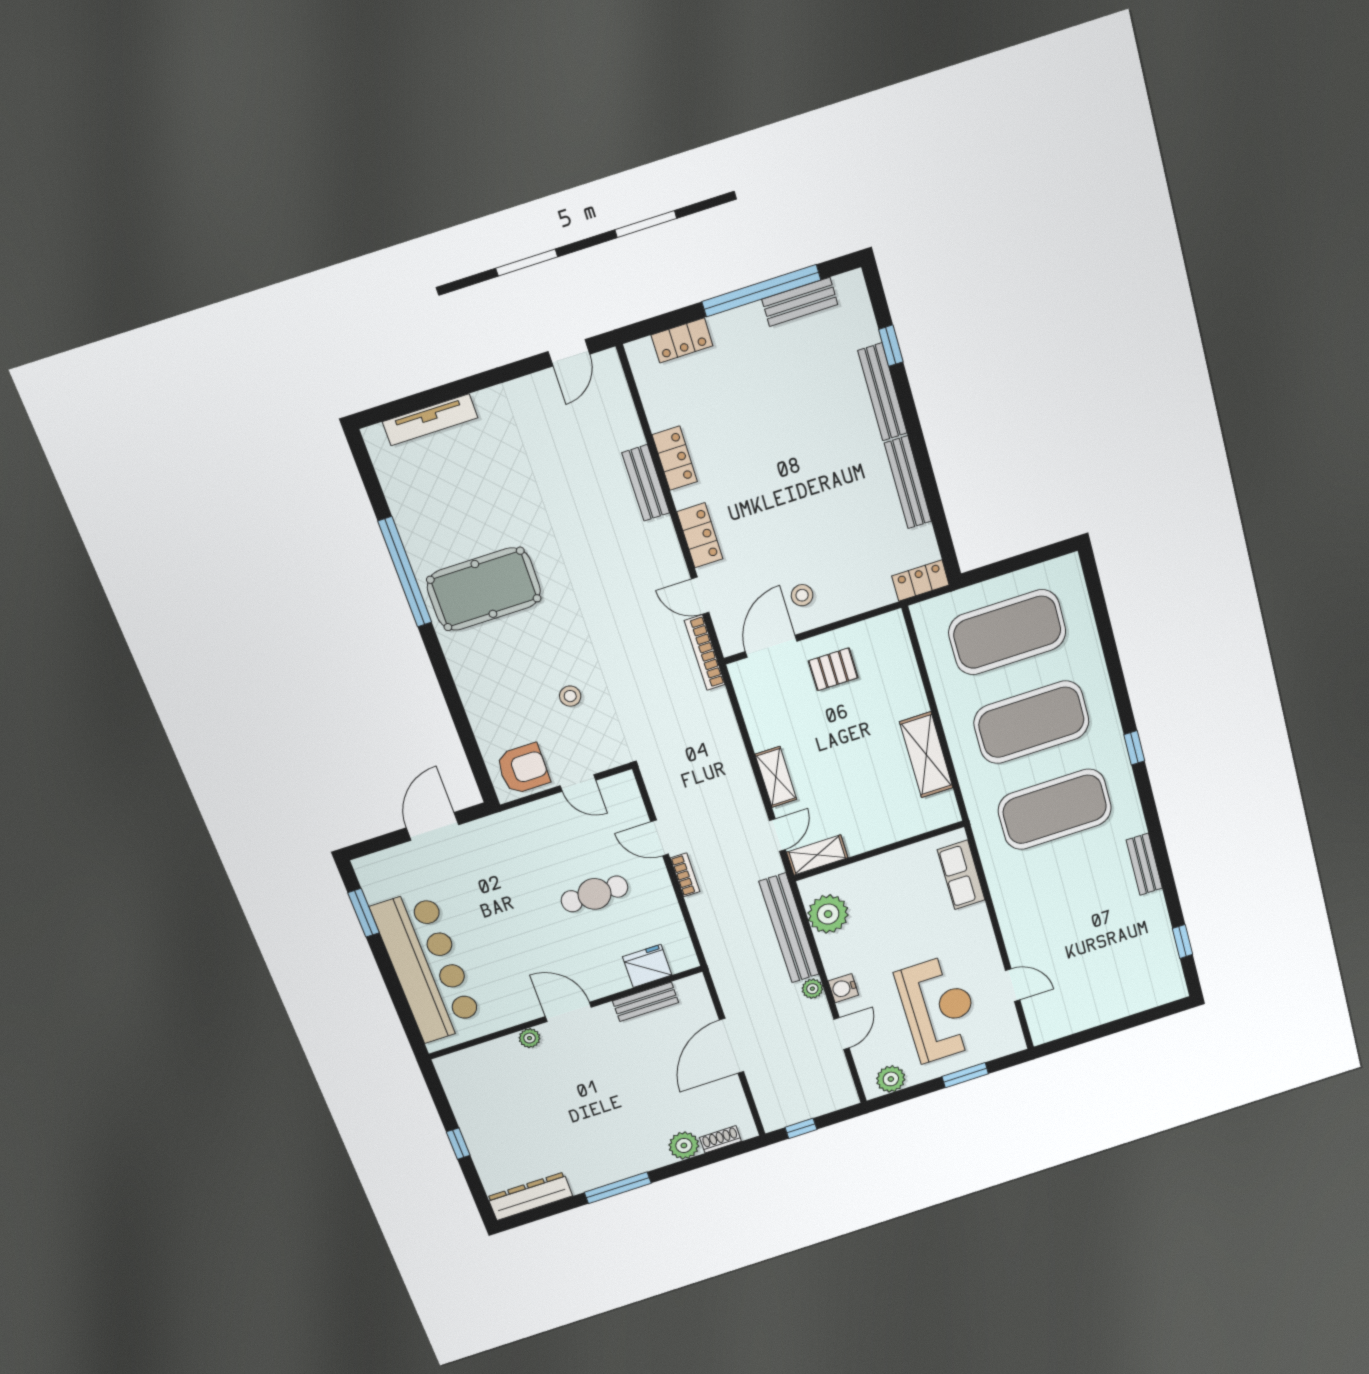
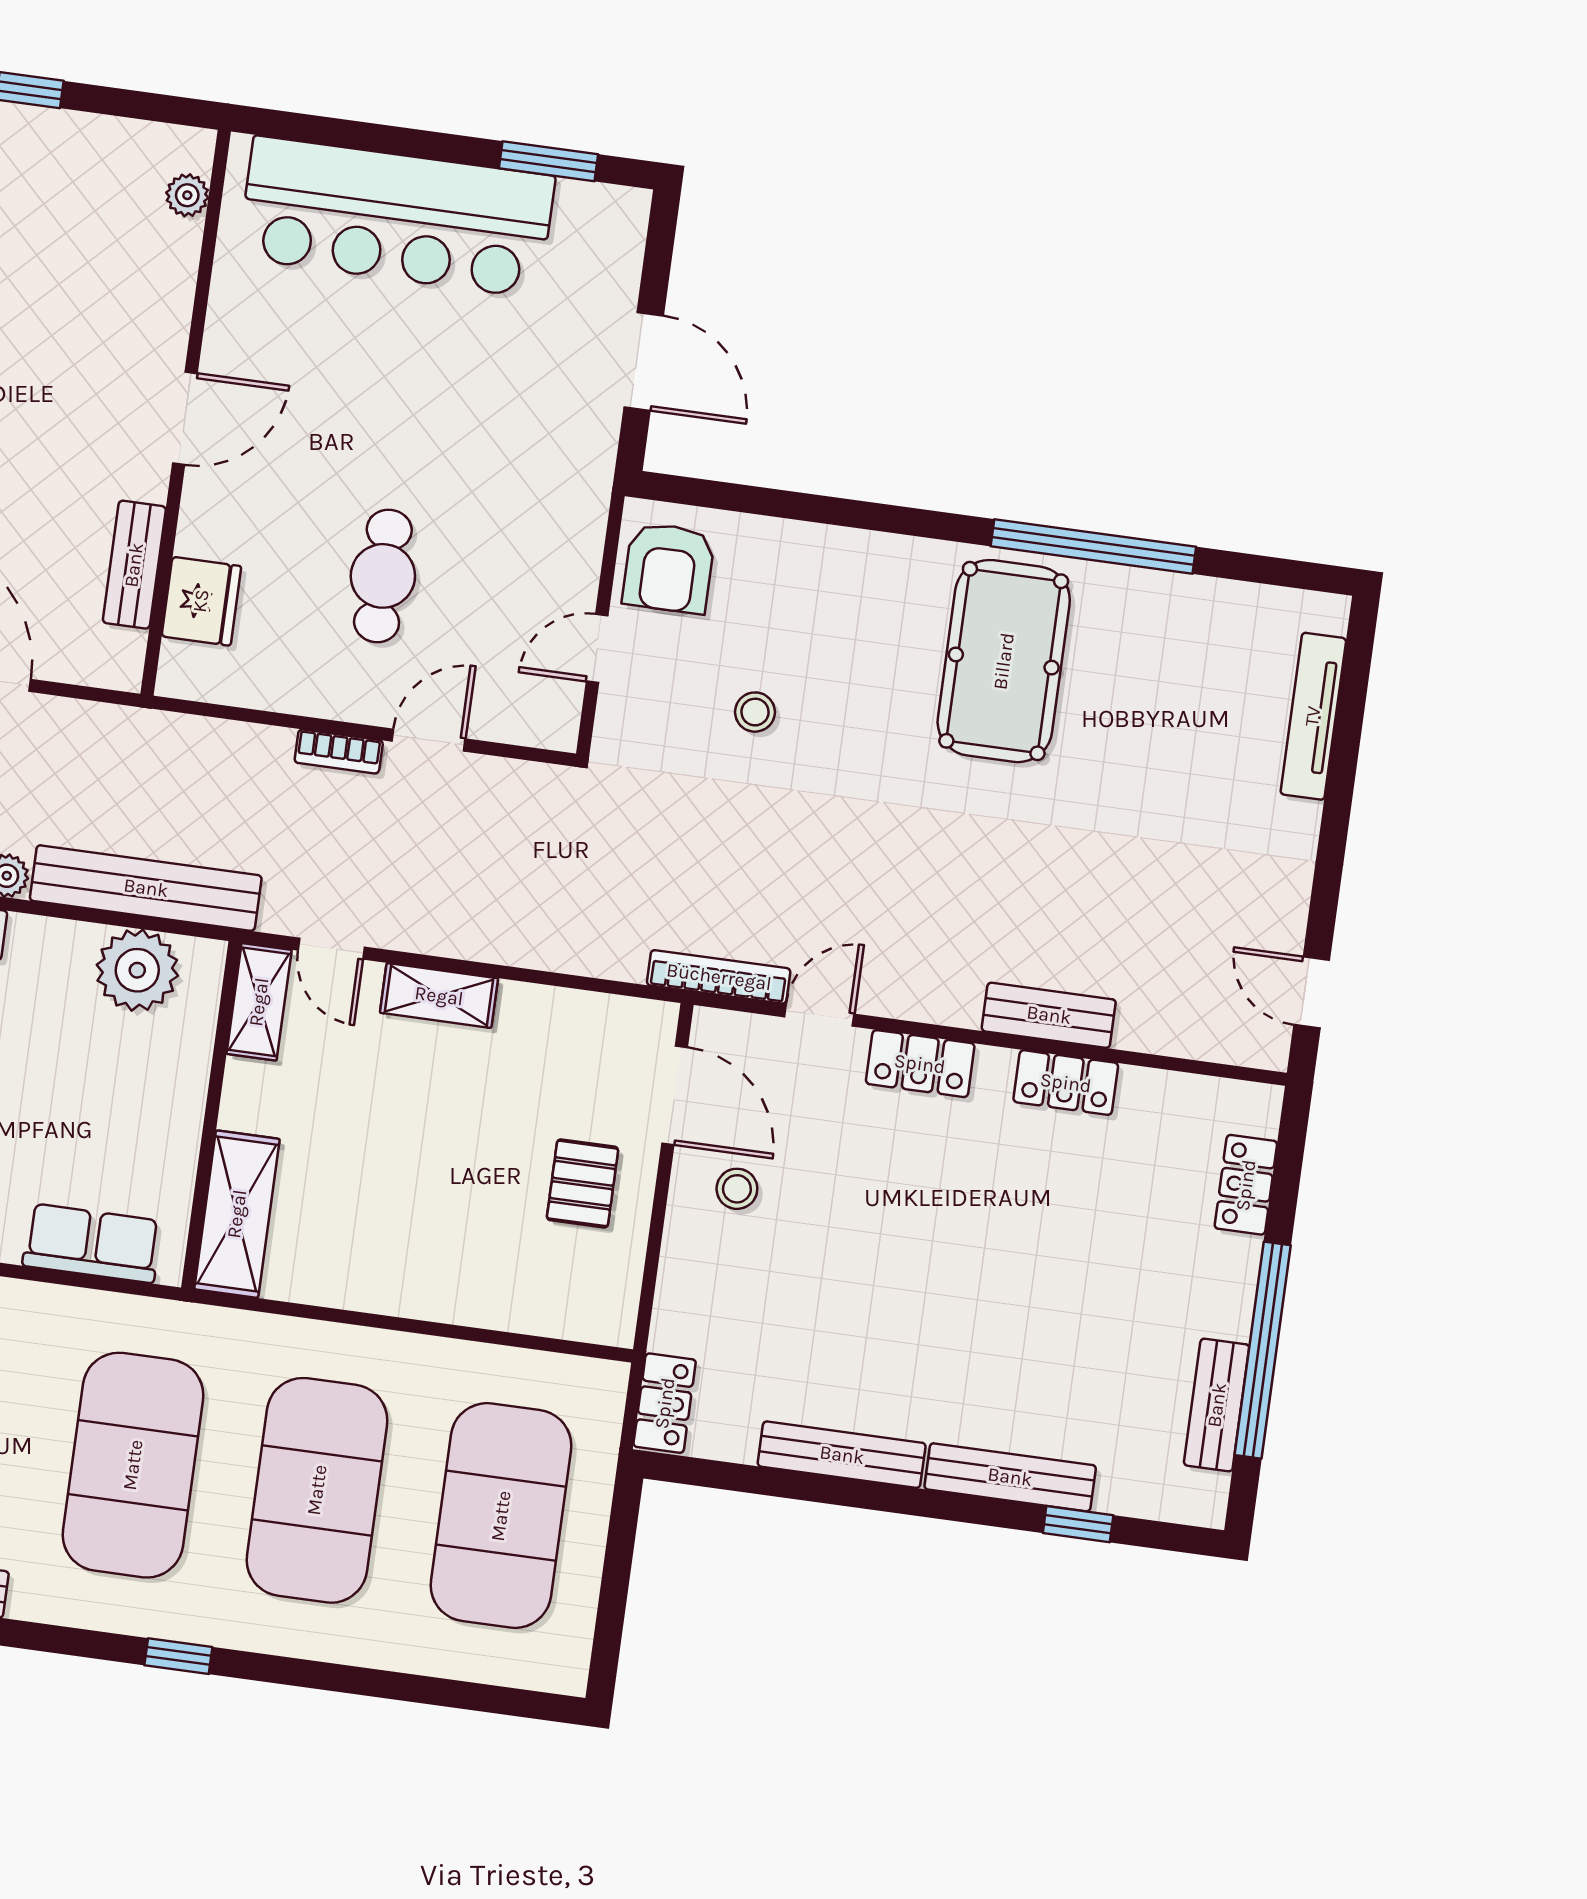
shelving: (926, 755) -> (237, 1214), moved, turned 90
plant: (530, 1038) -> (187, 195), moved

